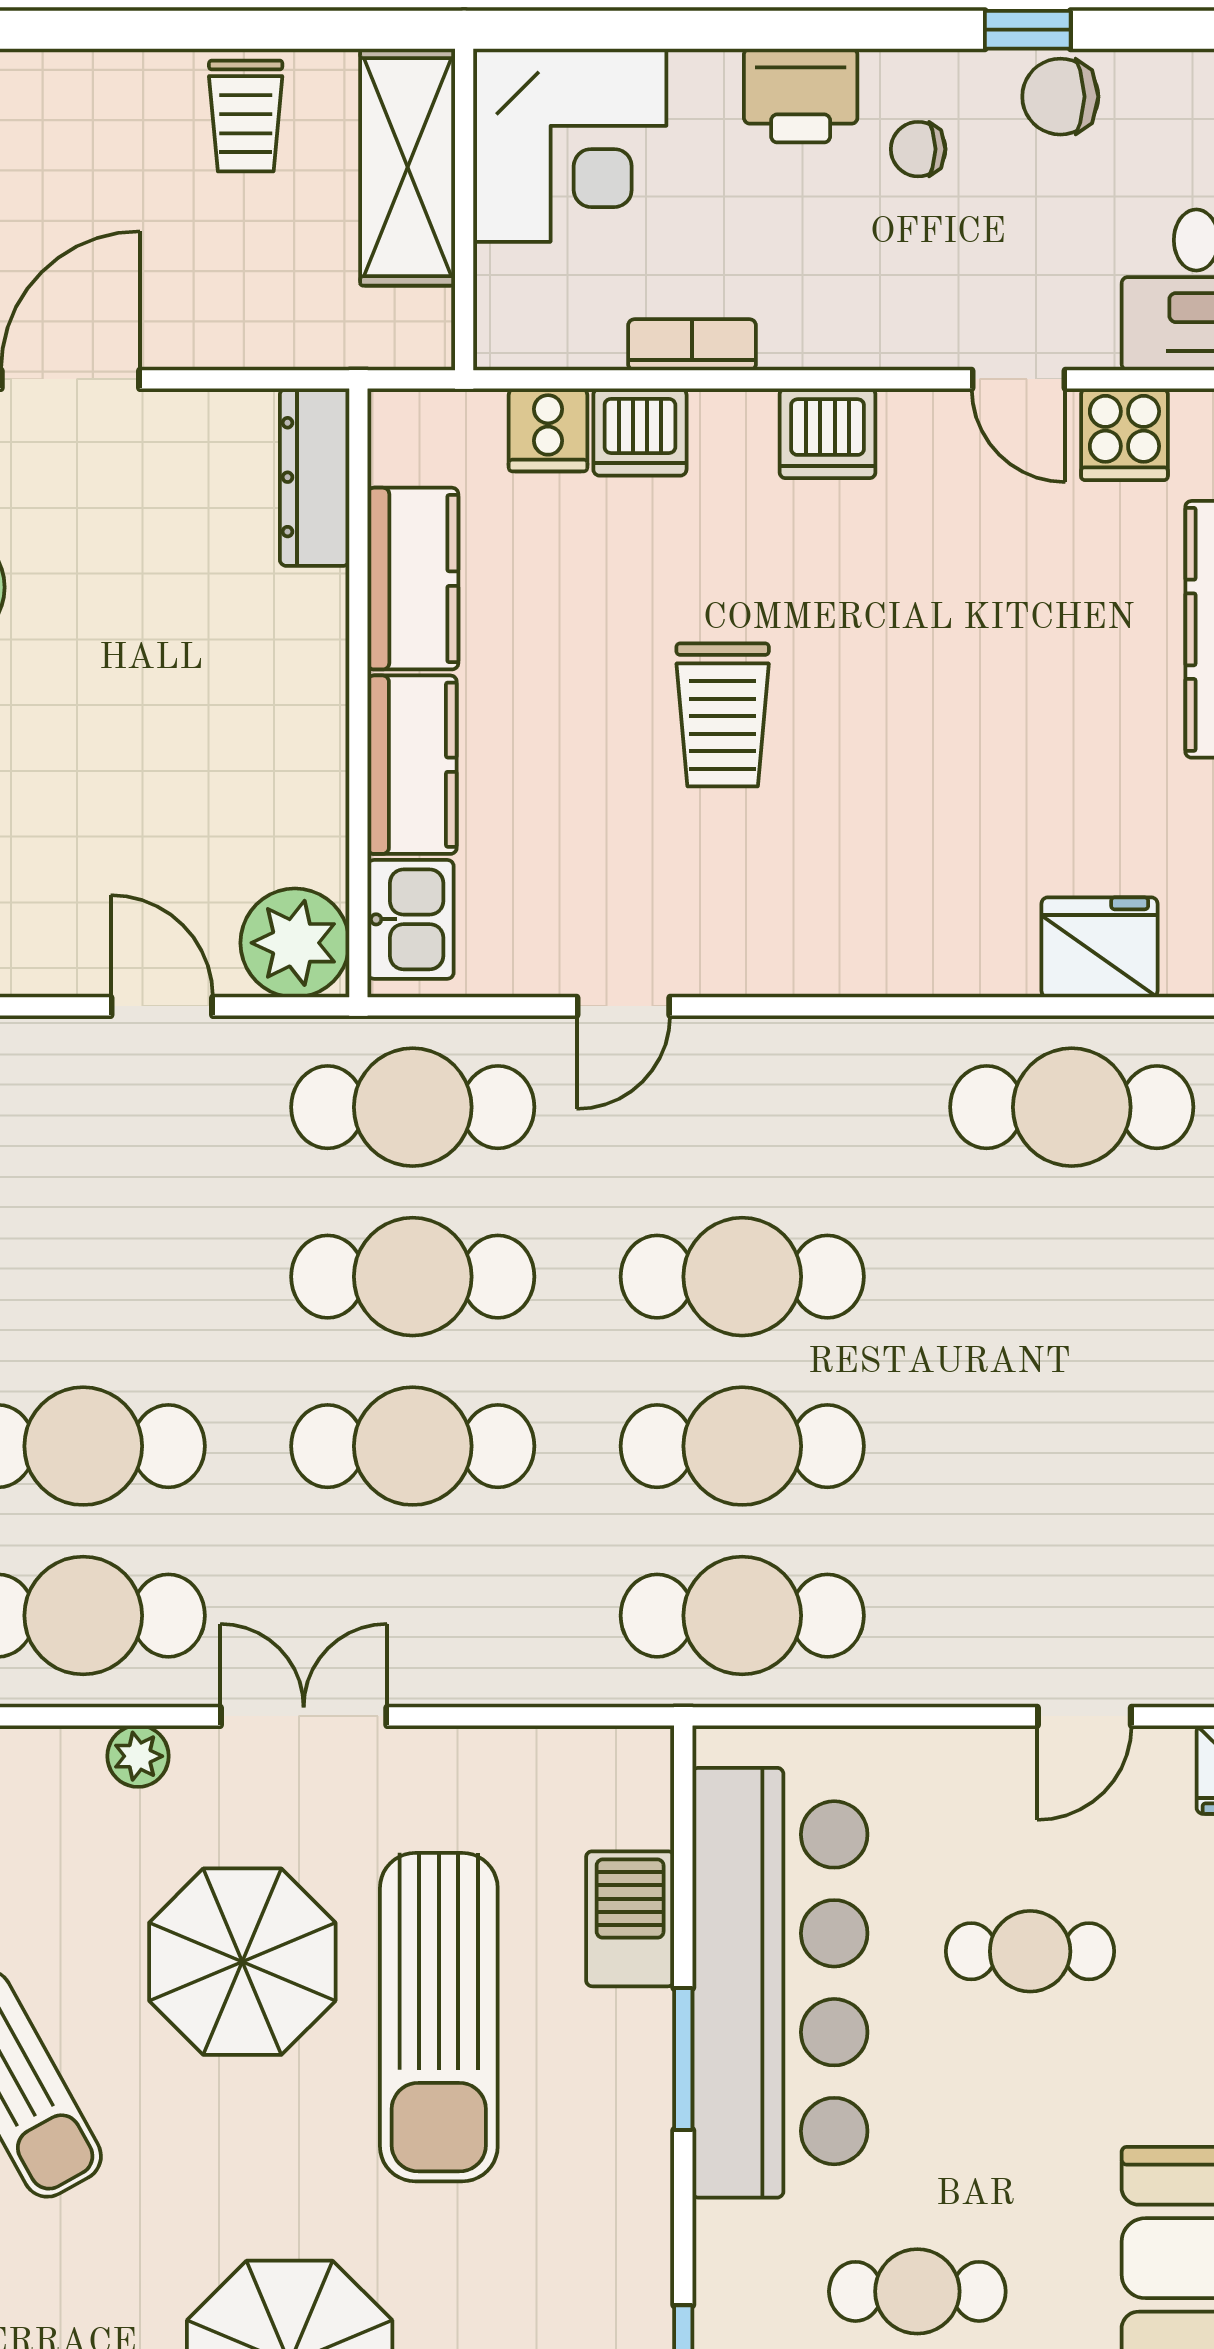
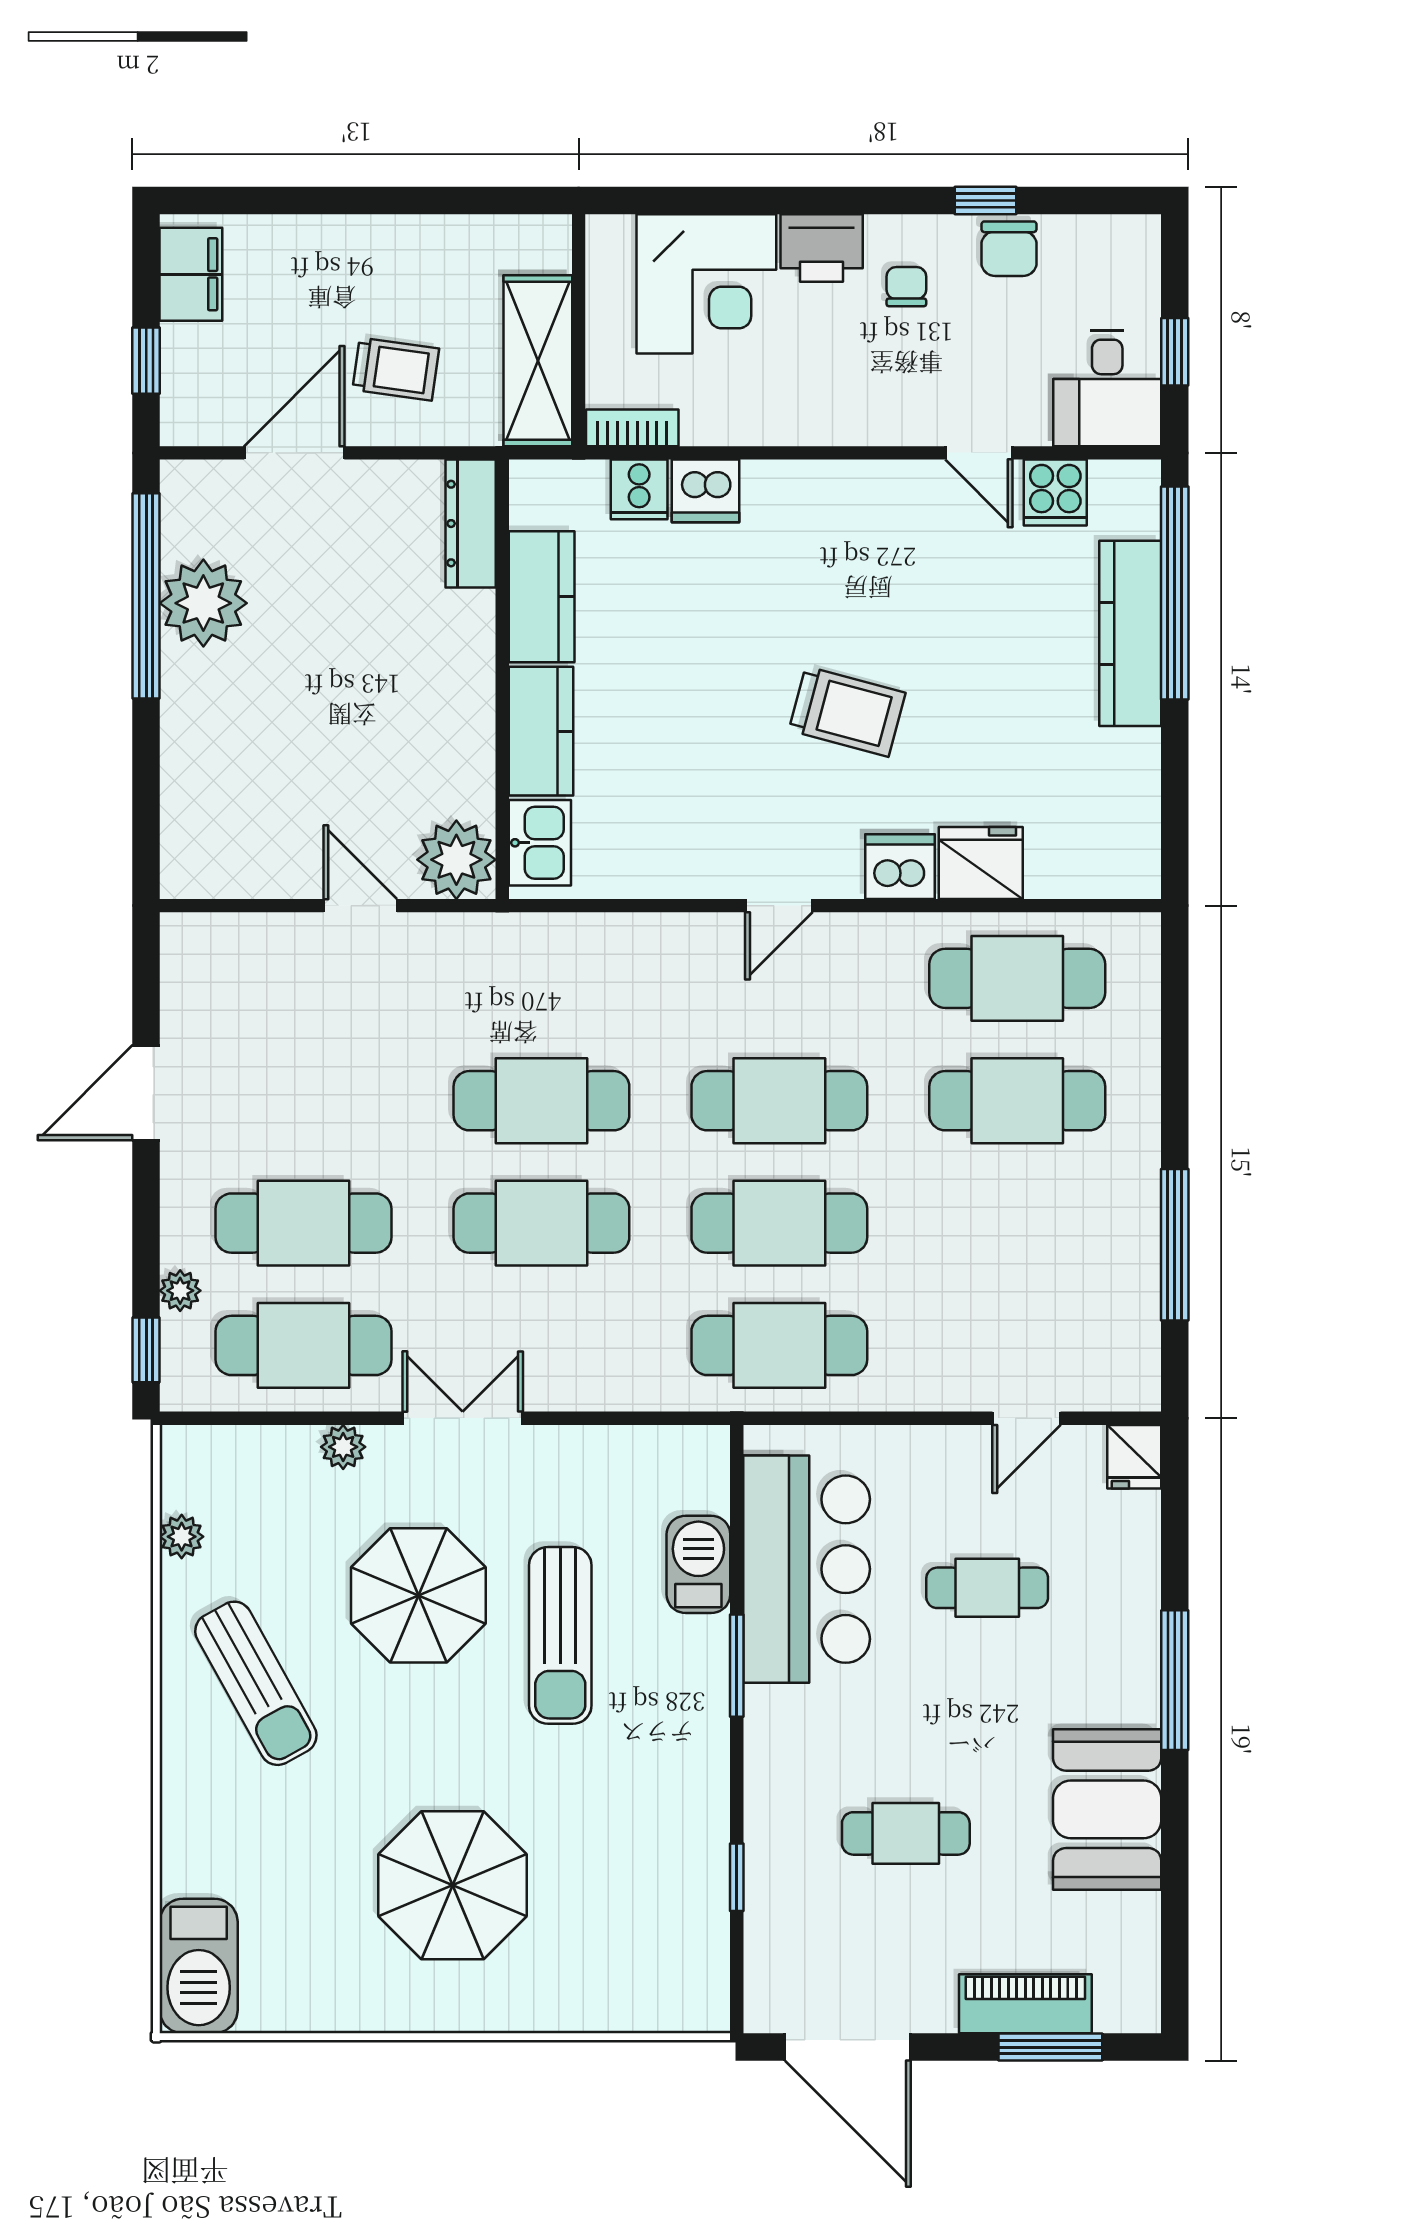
chair: (1060, 97) -> (1009, 249), turned -90
trolley: (246, 116) -> (396, 369), moved, turned -82
corner desk: (570, 145) -> (706, 284), moved
chair: (918, 149) -> (906, 287), turned 90
shelving: (408, 167) -> (538, 361), moved
bookcase: (692, 345) -> (632, 428), moved
dishwasher: (828, 433) -> (900, 867), moved, turned 180
trolley: (723, 715) -> (847, 712), moved, turned -75
fridge: (1099, 947) -> (981, 863), moved
door: (623, 1006) -> (779, 906), moved
cafe table: (413, 1107) -> (1017, 1101), moved
bar counter: (780, 1983) -> (807, 1569), width x0.73
sun lounger: (439, 2017) -> (560, 1635), width x0.73, depth x0.75

